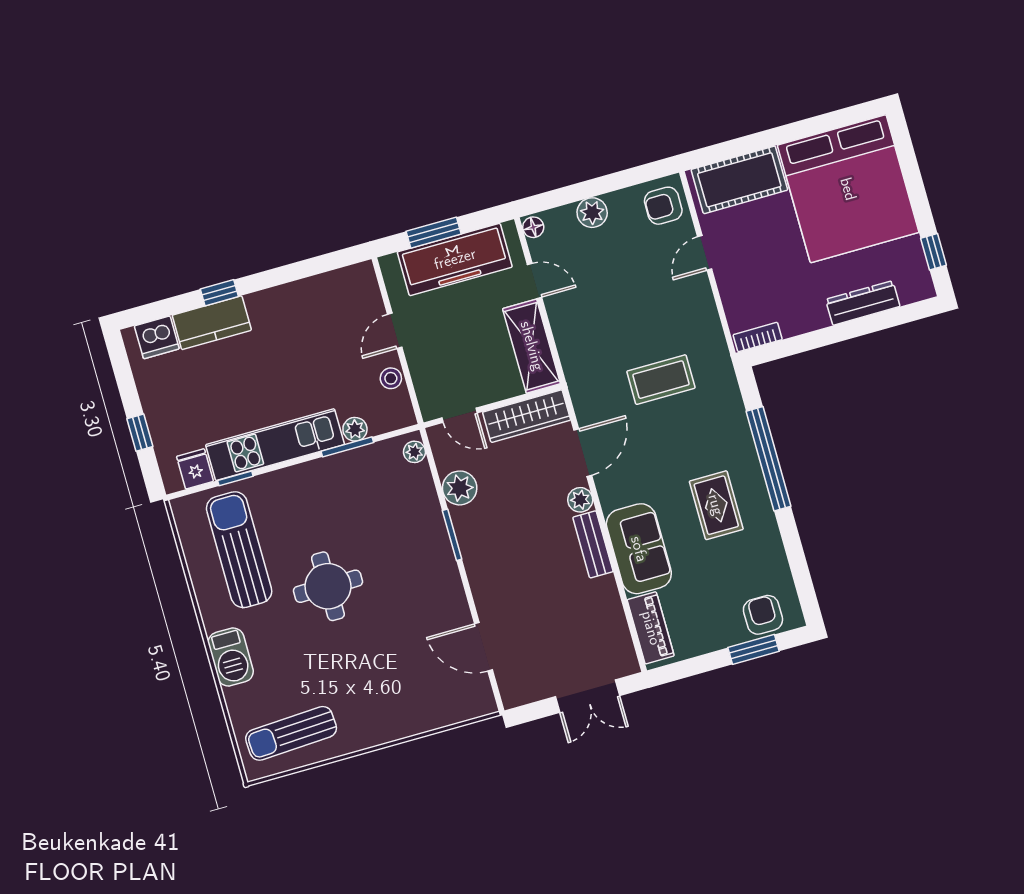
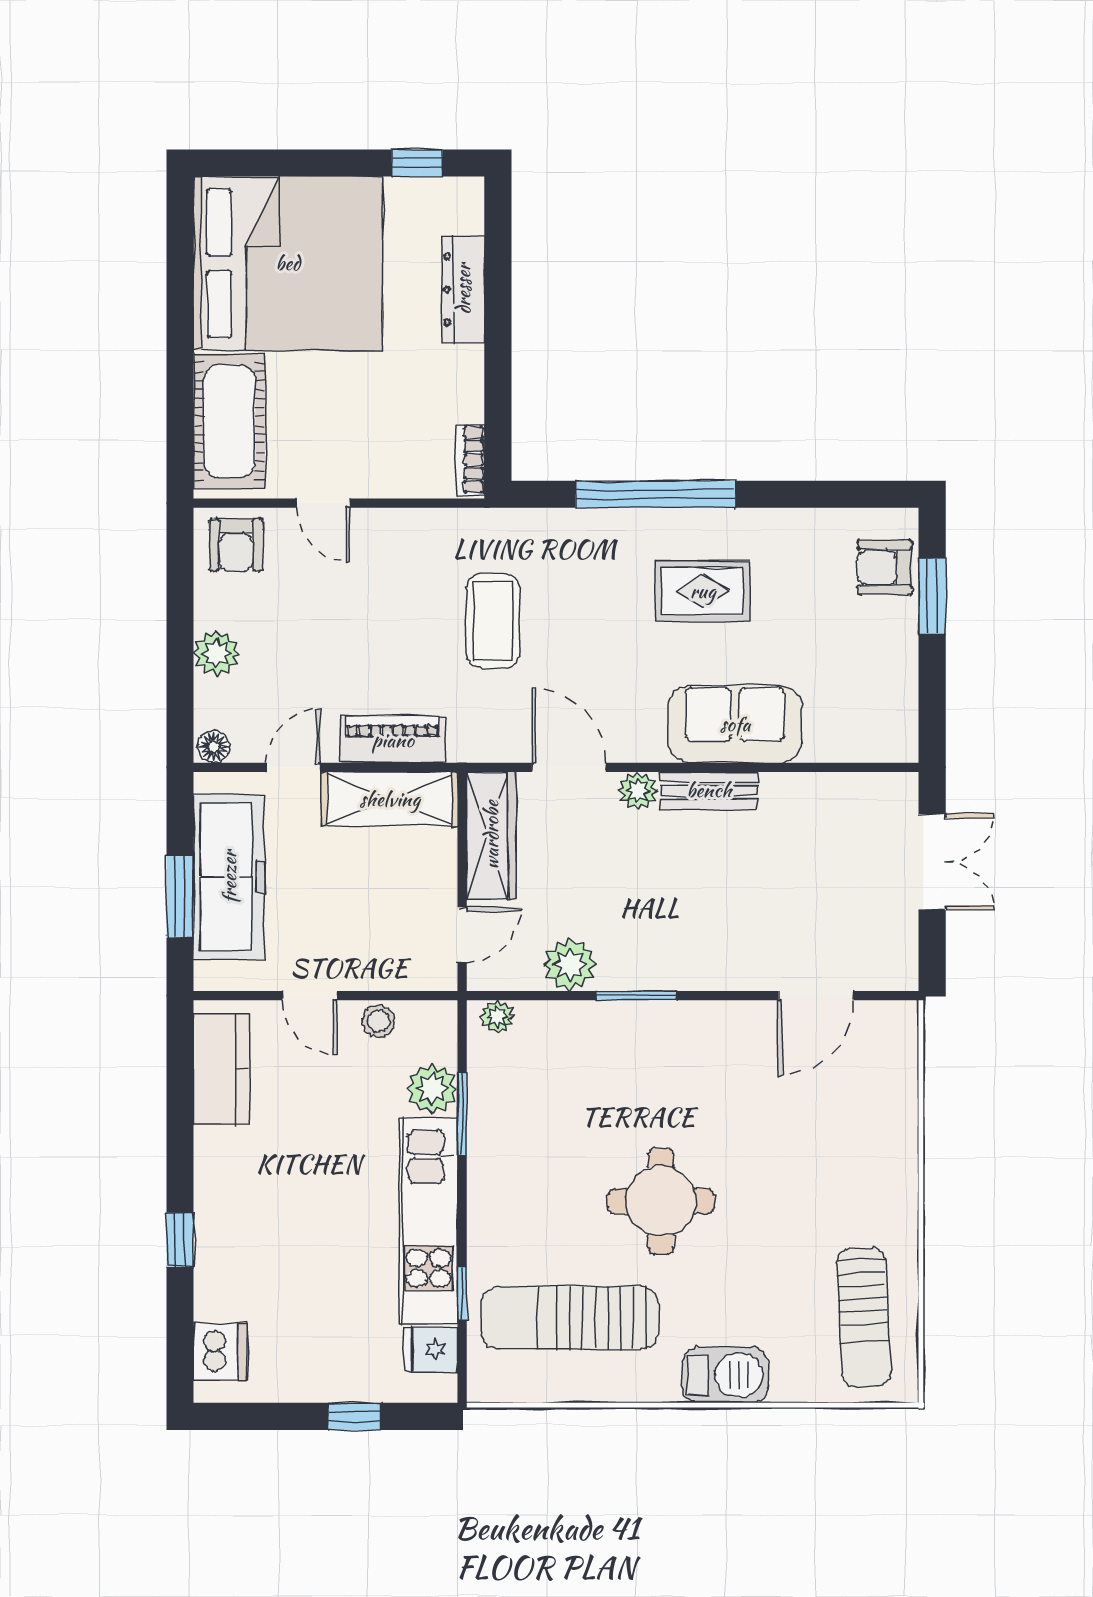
kitchen counter: (212, 323) -> (221, 1069), moved
plant: (355, 429) -> (432, 1089), width x1.38, depth x1.38
piano: (651, 628) -> (393, 740), moved

